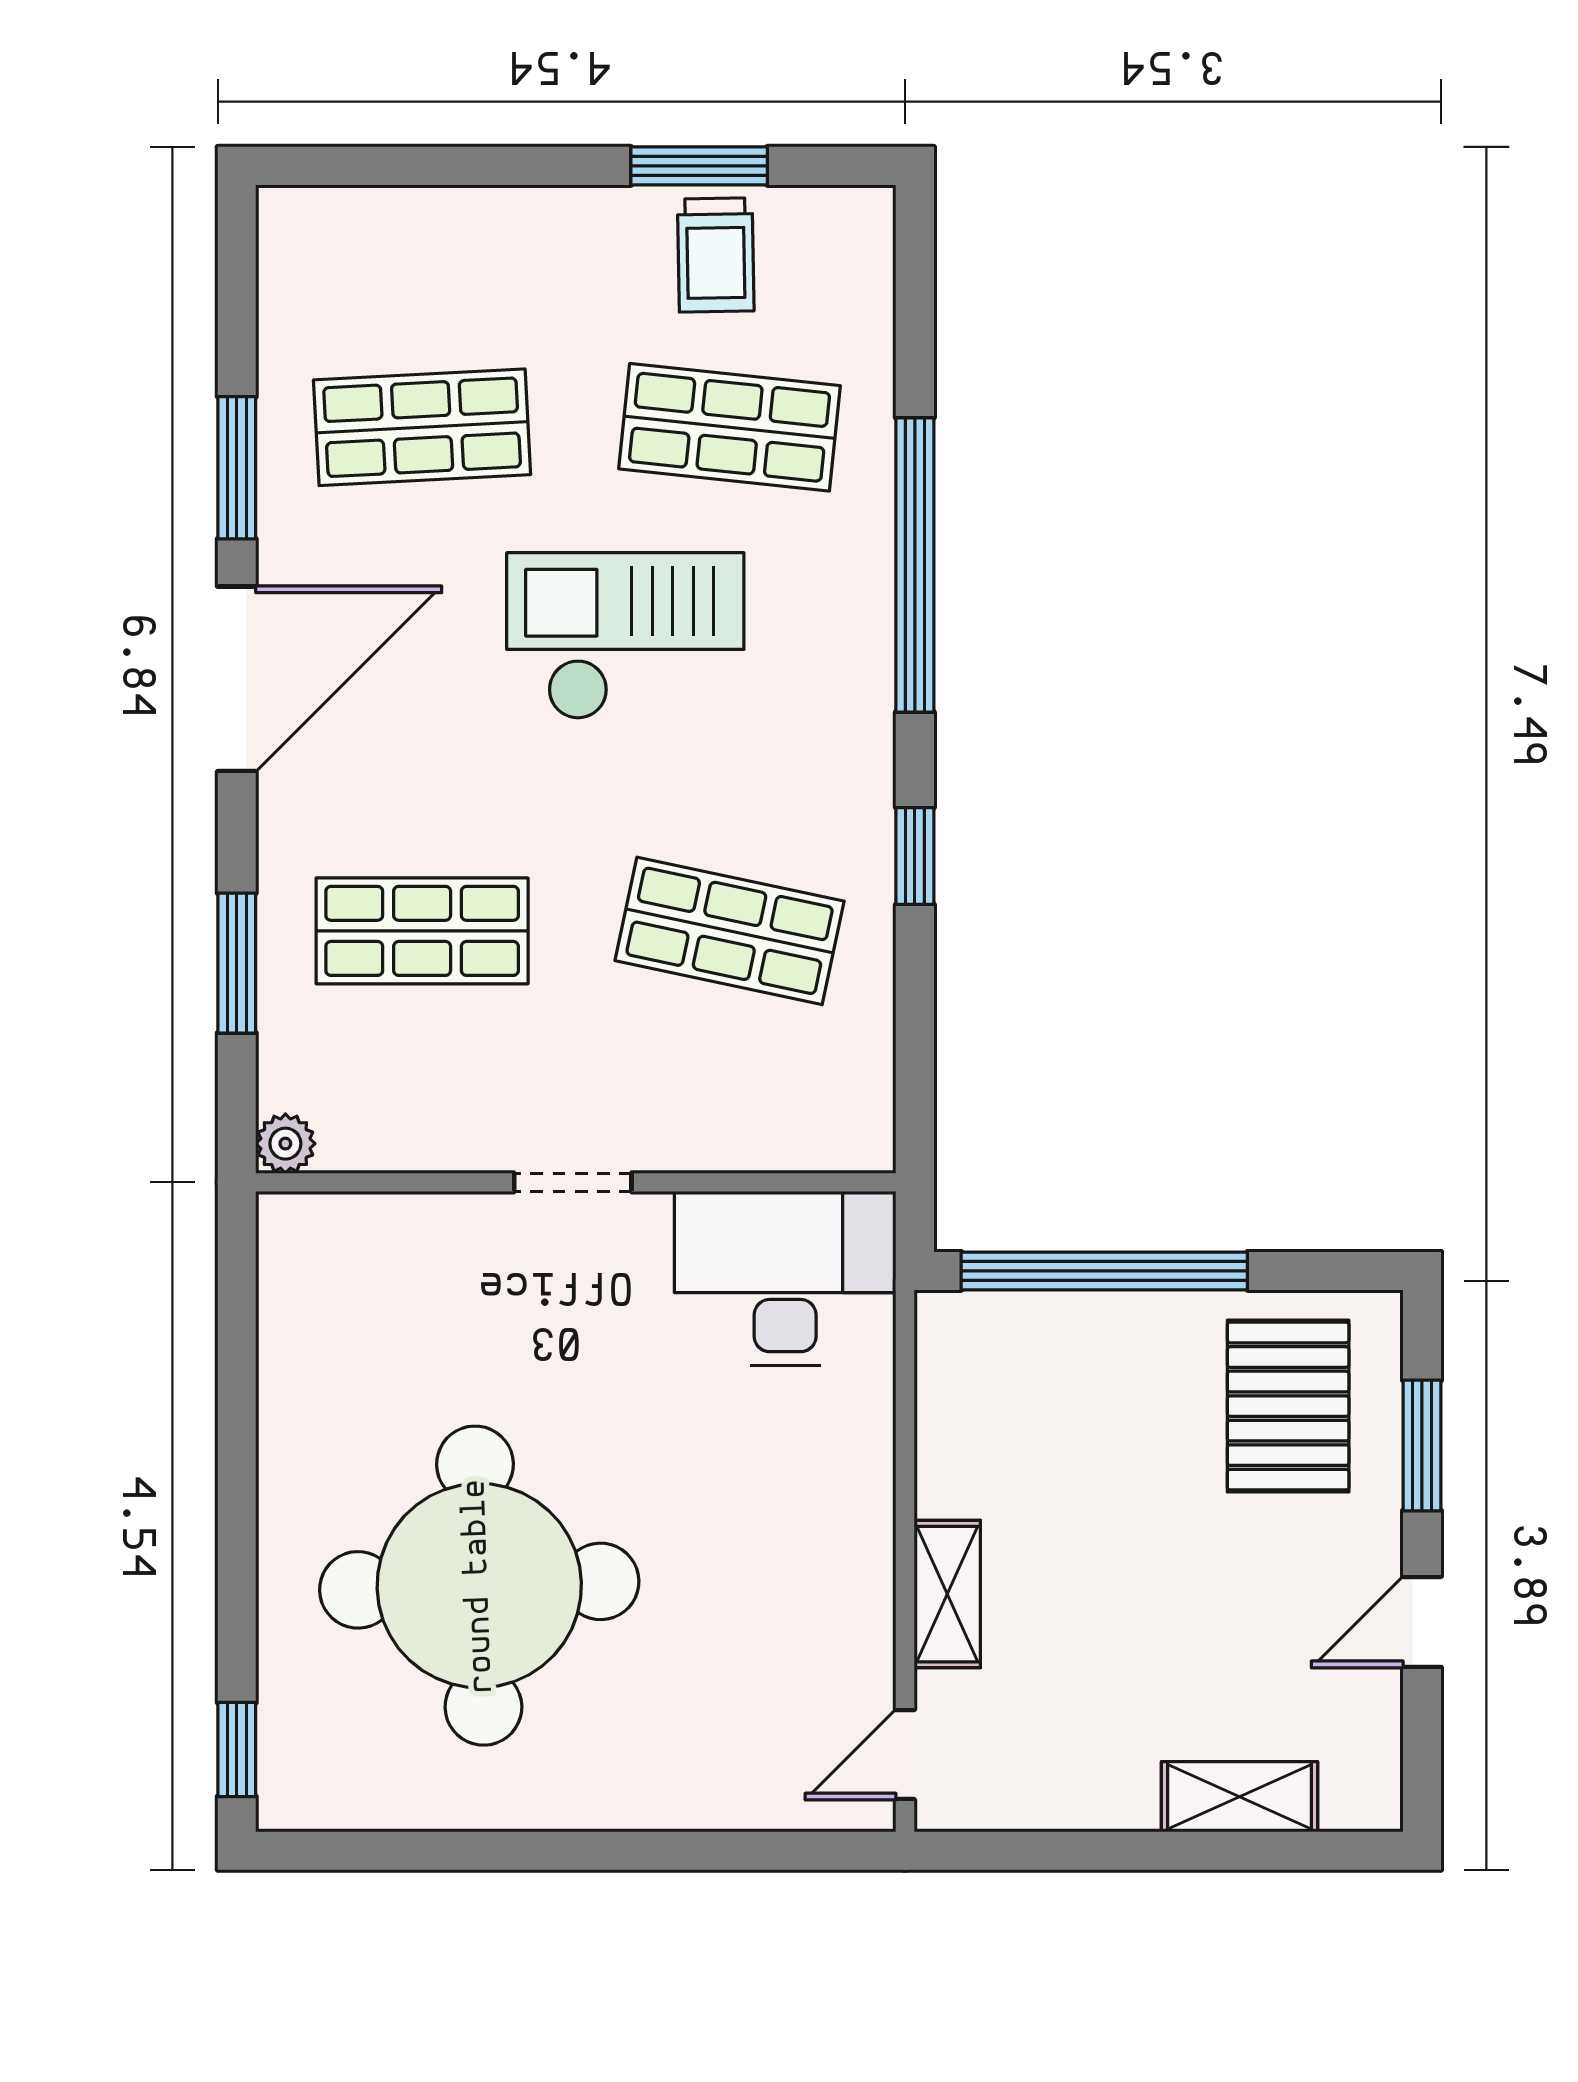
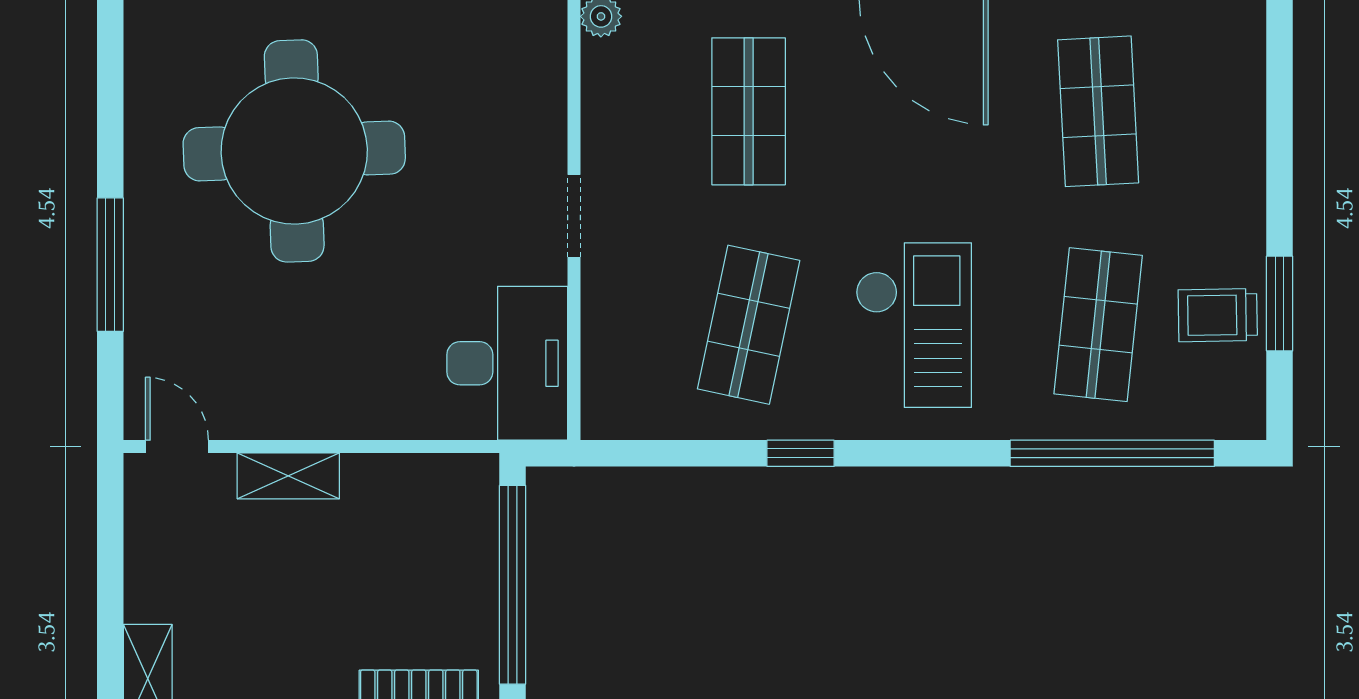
window: (915, 565) -> (1112, 453), moved
checkout: (625, 636) -> (914, 325), moved
window: (643, 1851) -> (110, 265), added

